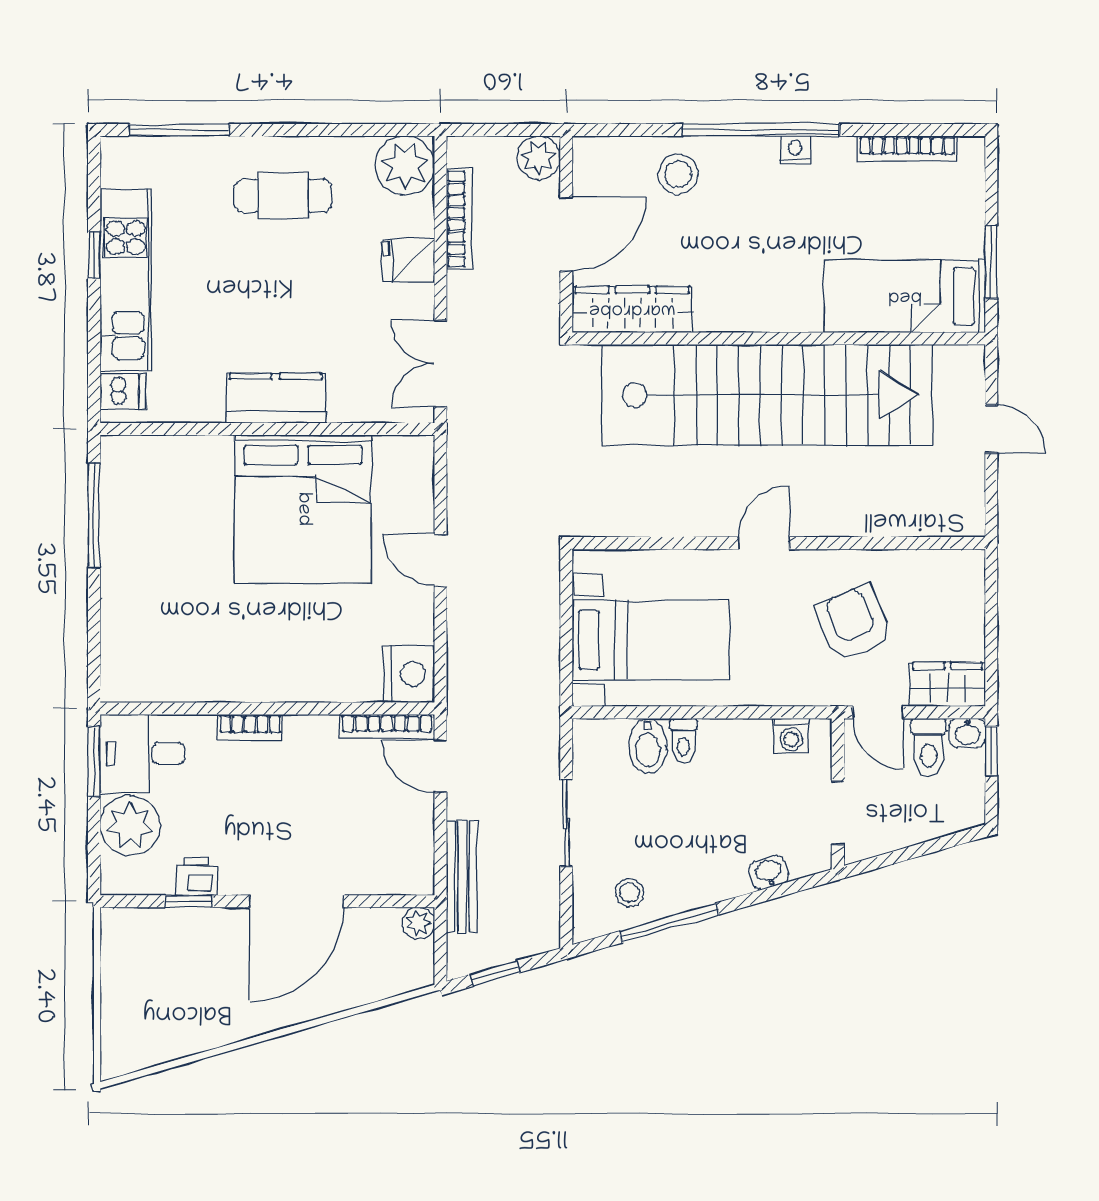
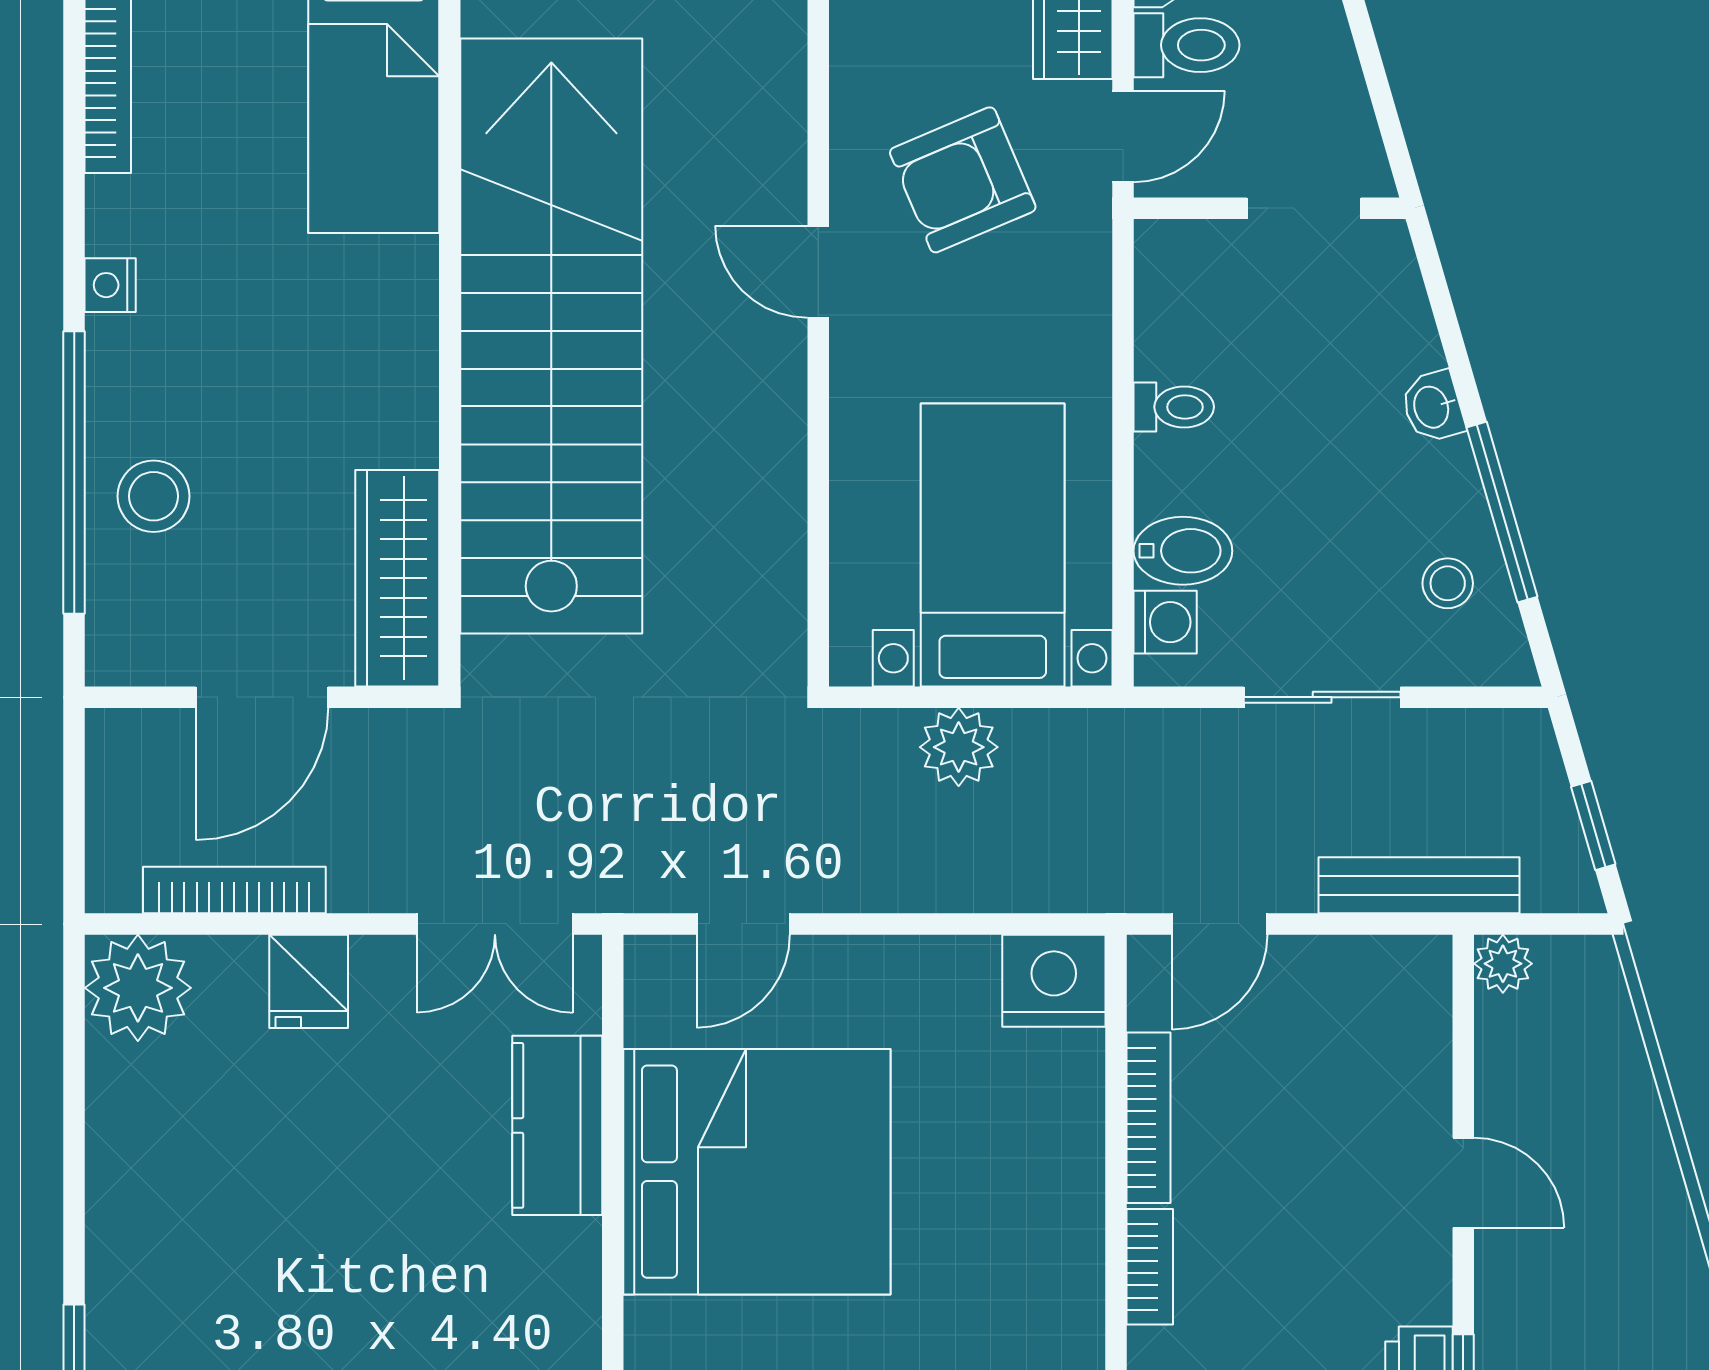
window: (761, 130) -> (74, 473), moved
plant: (539, 158) -> (959, 747), moved
cafe table: (283, 196) -> (193, 1207), removed
door: (566, 234) -> (262, 697), swing flipped
kitchen counter: (276, 398) -> (557, 1125), moved
door: (764, 543) -> (818, 272), moved
door: (440, 560) -> (743, 924), moved
bookcase: (387, 726) -> (1148, 1118), moved
washing machine: (791, 736) -> (1165, 622), moved
toilet: (683, 741) -> (1174, 407), moved
washbasin: (769, 872) -> (1433, 407), moved
door: (297, 901) -> (1463, 1183), width x0.53

